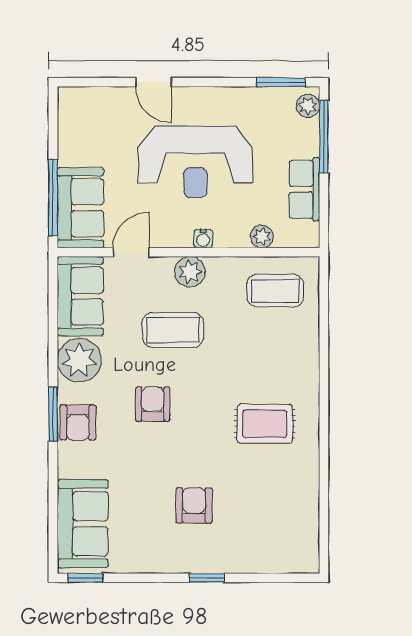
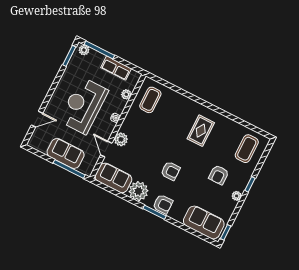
door: (153, 82) -> (37, 119), moved
reception desk: (195, 162) -> (83, 106), turned 180
sofa: (80, 208) -> (66, 153), moved
plant: (190, 272) -> (121, 139), moved
coffee table: (173, 330) -> (247, 149), moved
armchair: (153, 404) -> (171, 171), turned 180
armchair: (194, 505) -> (219, 175), turned -90
plant: (170, 563) -> (237, 196), added

